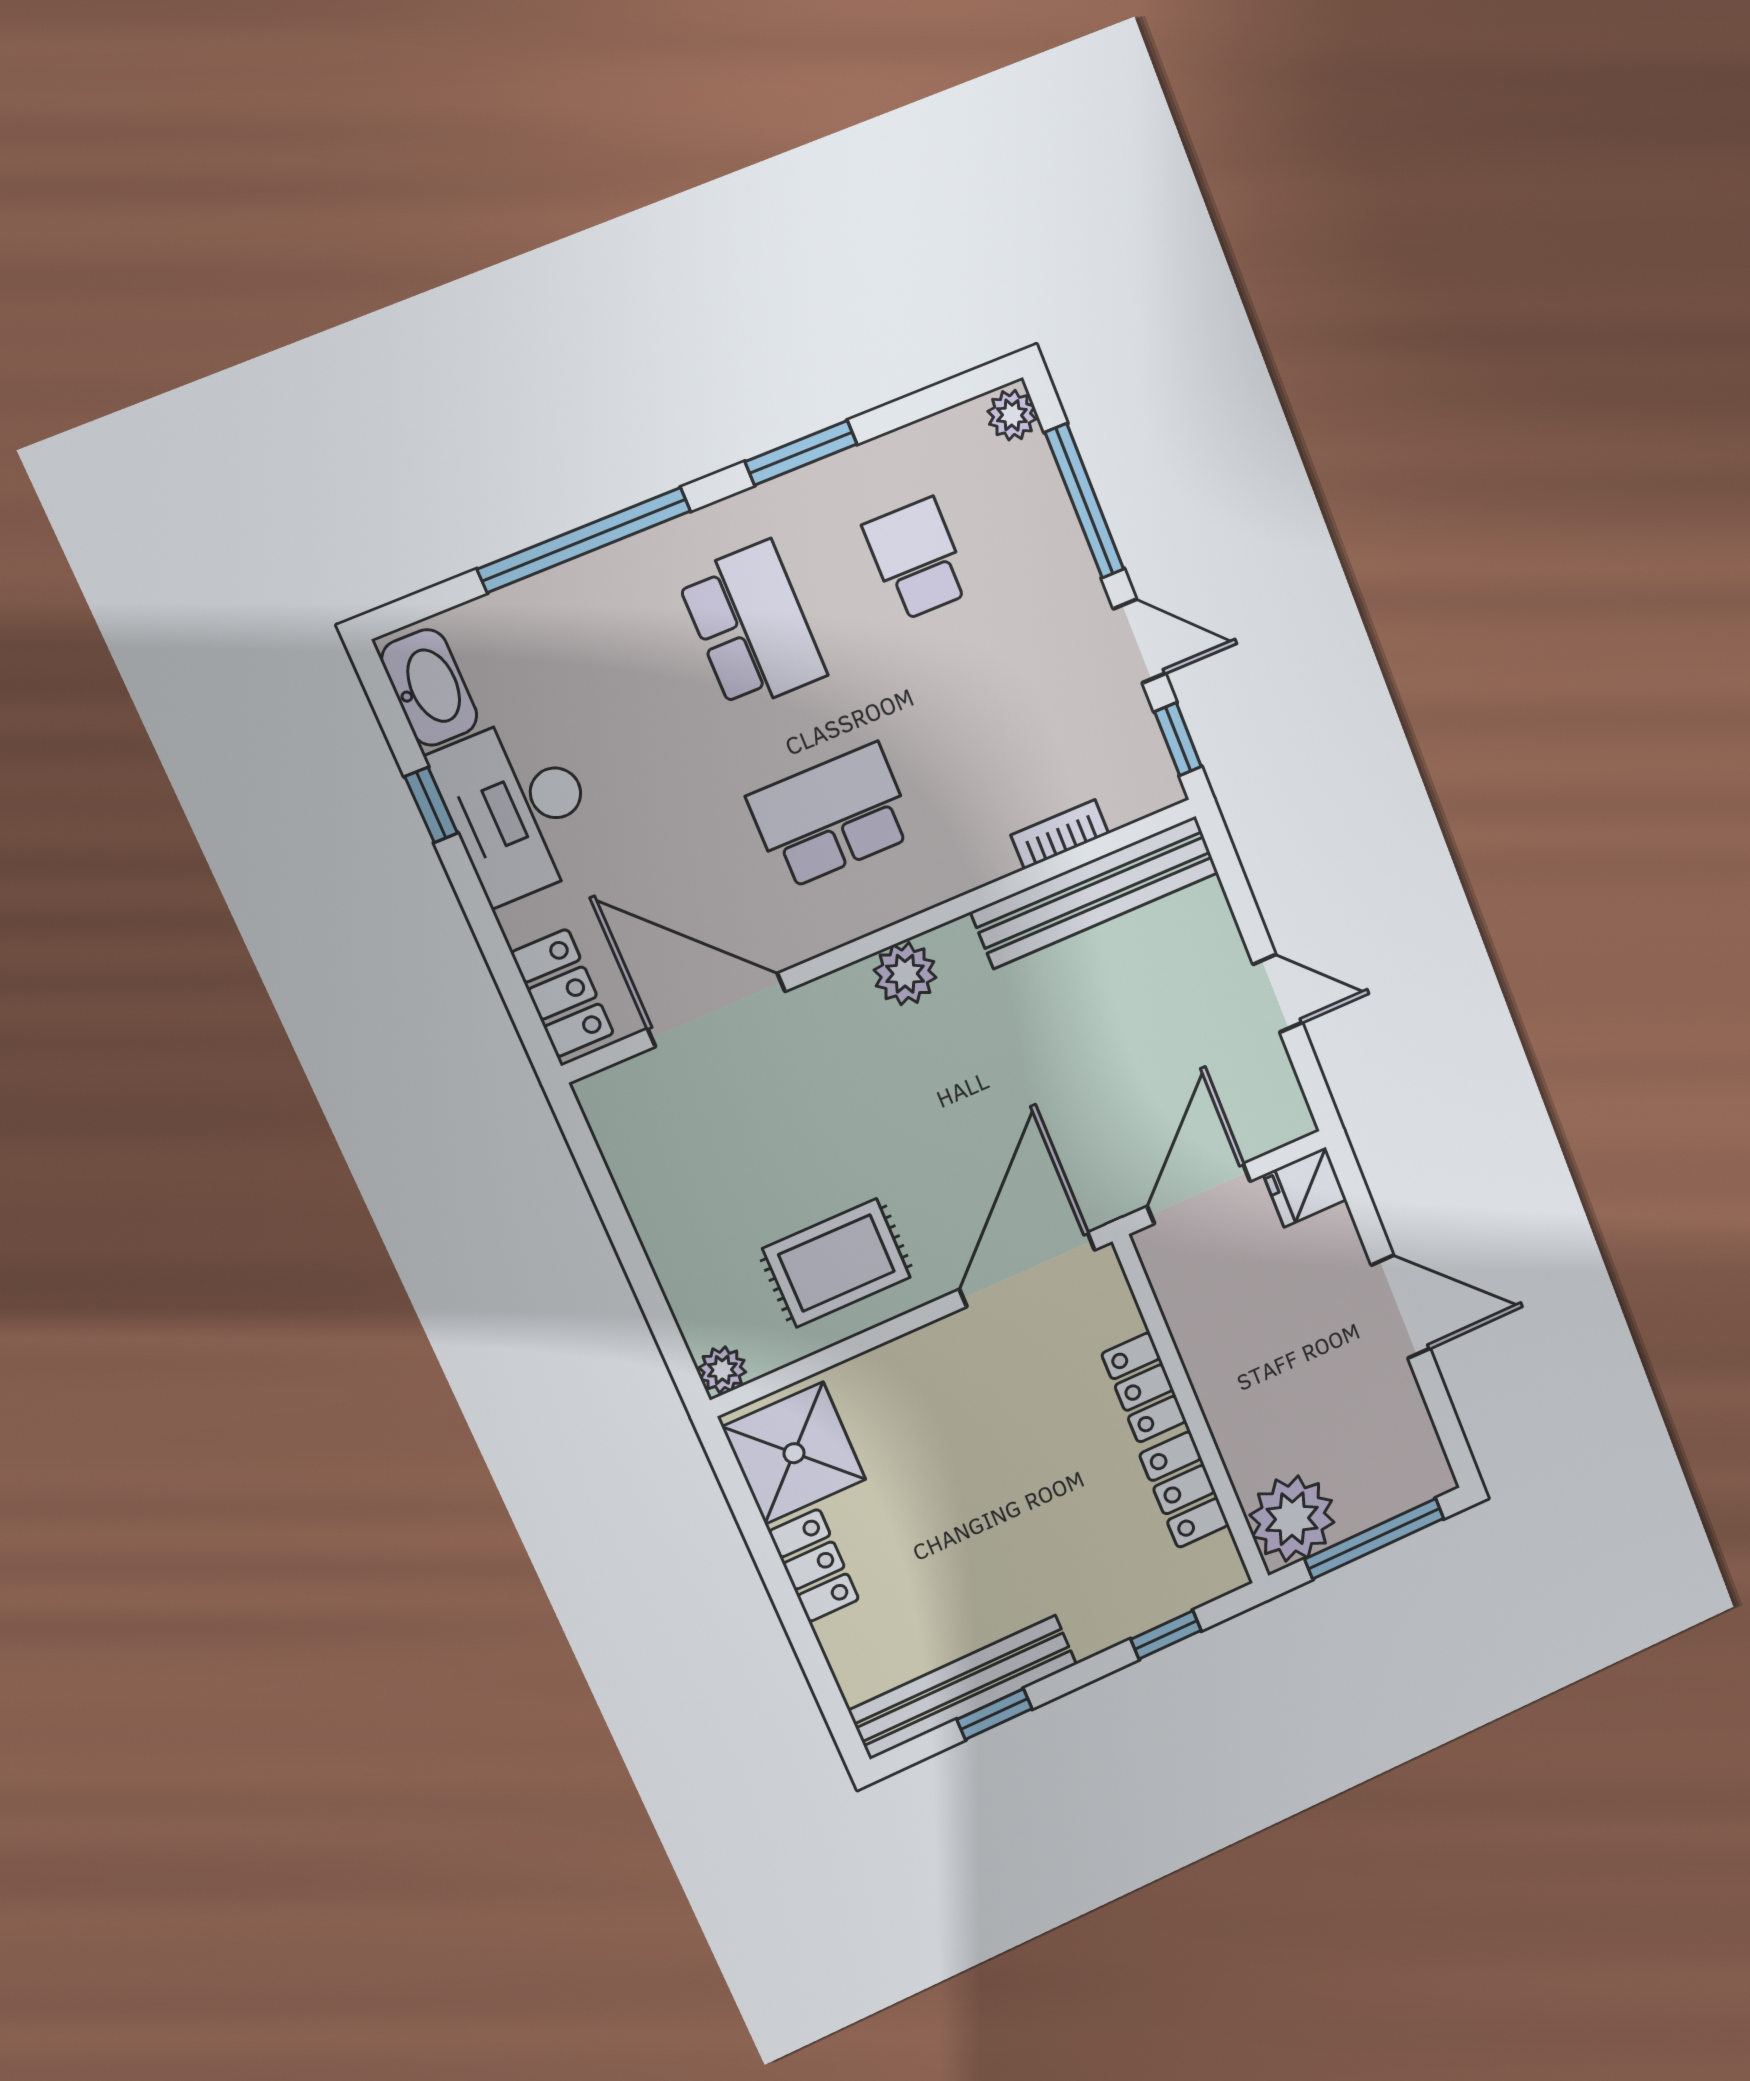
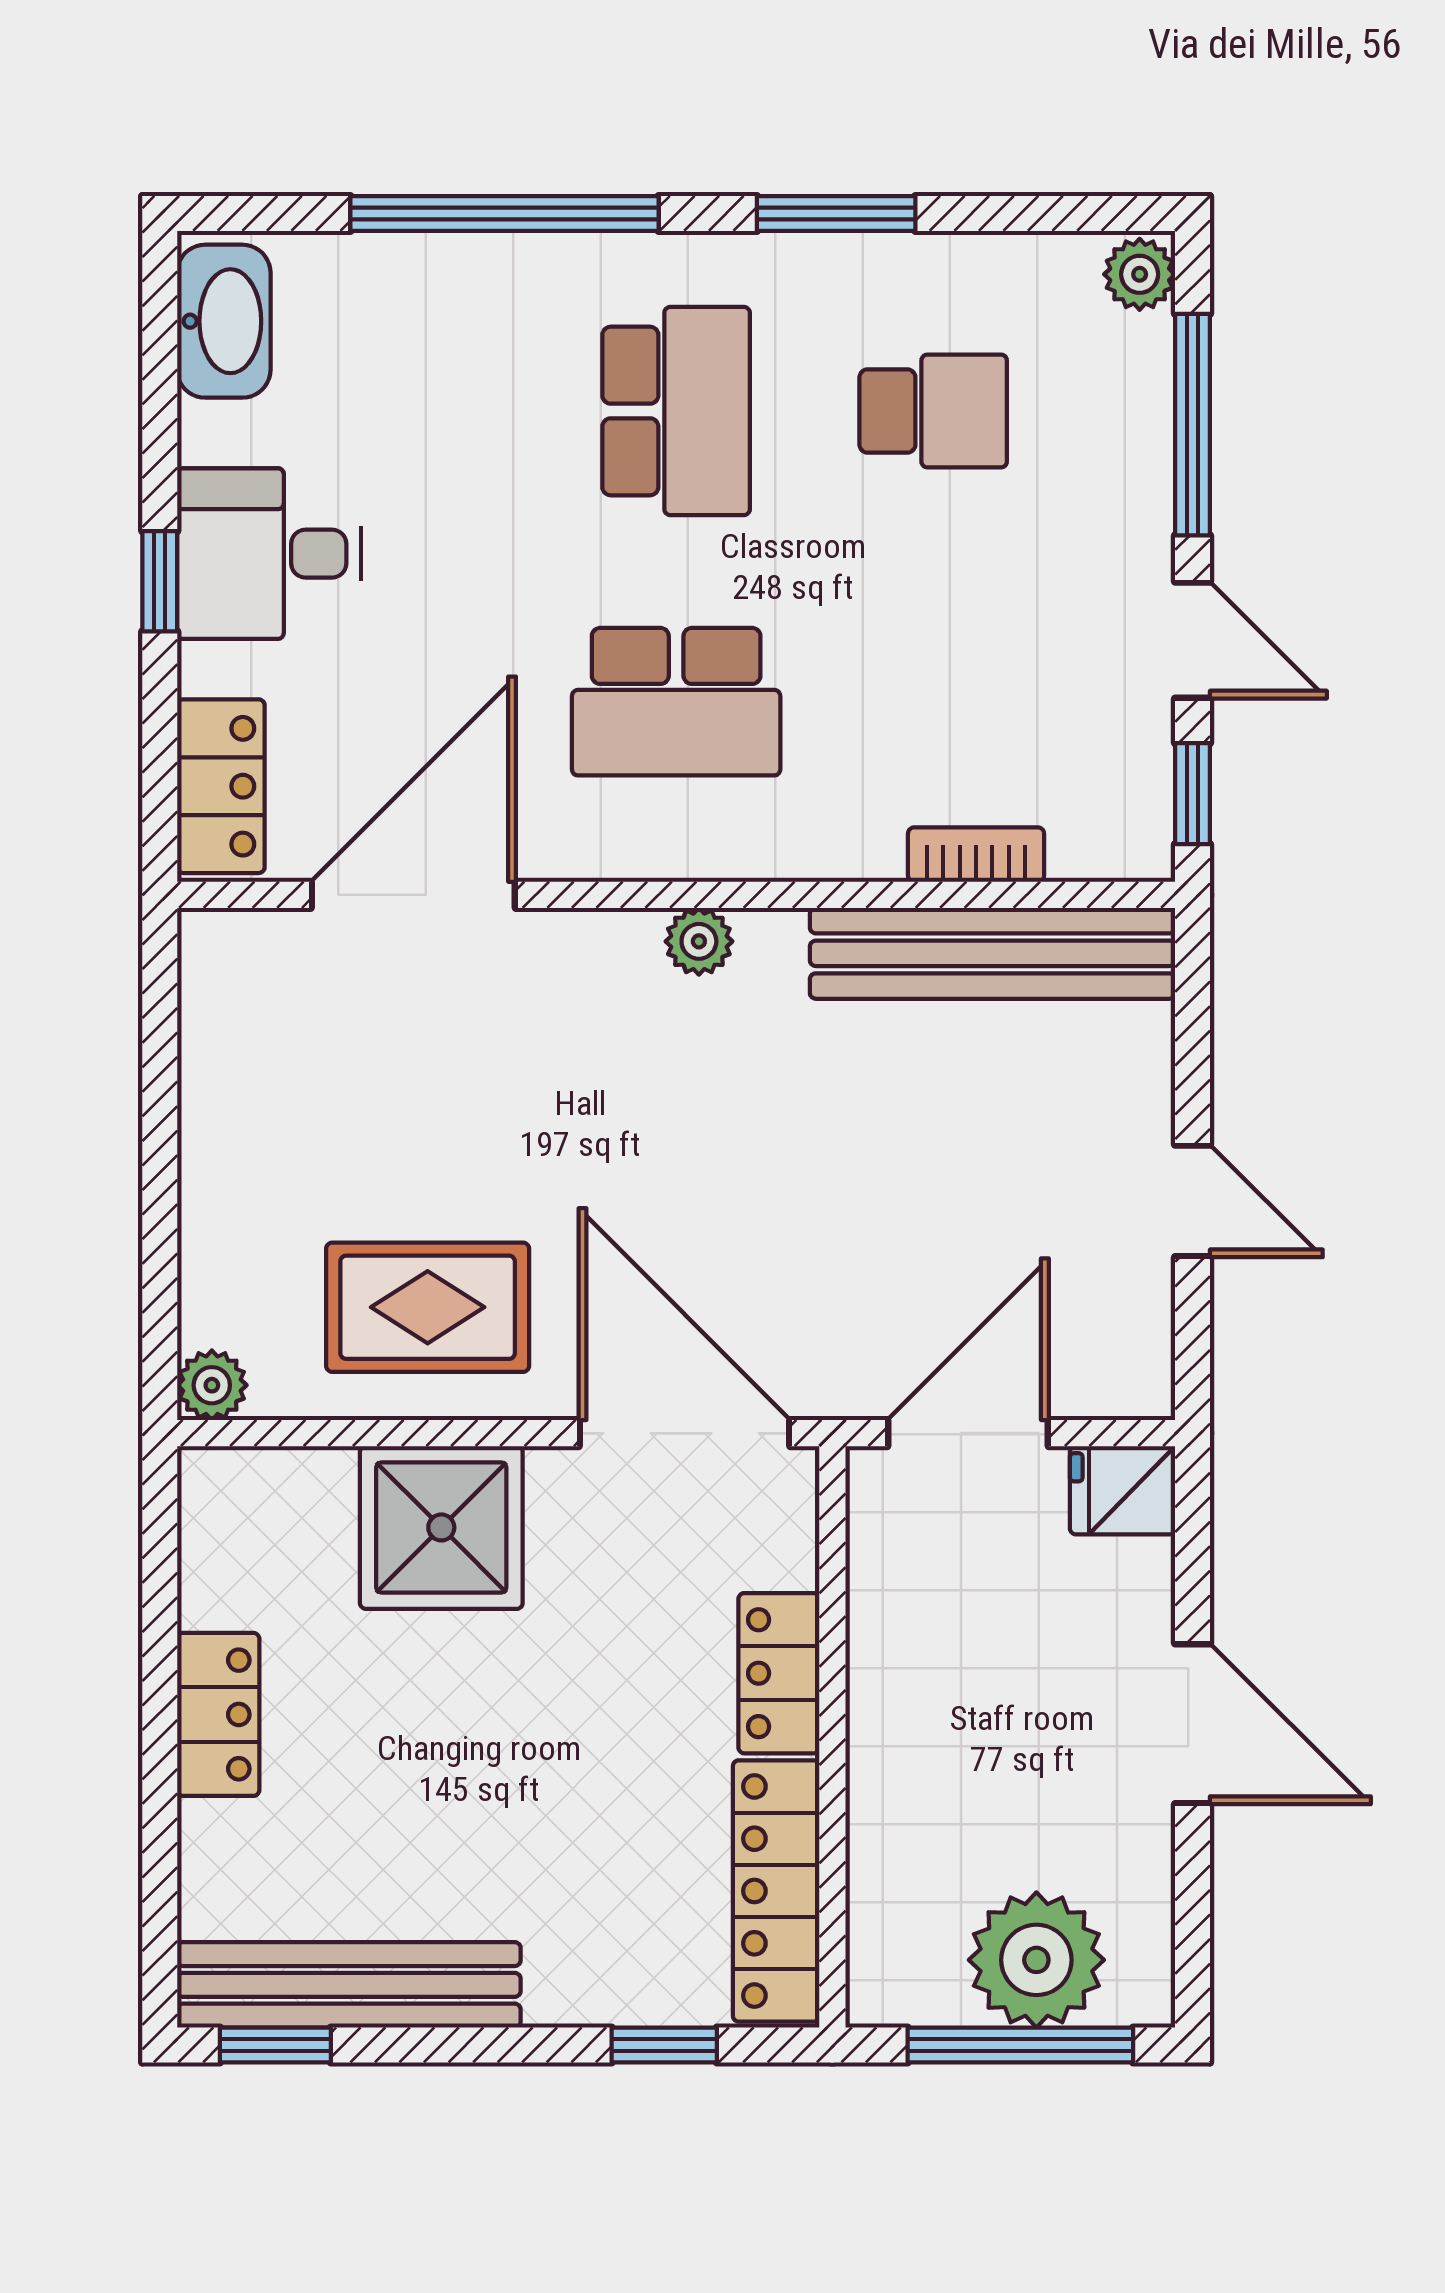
school desk: (917, 559) -> (933, 411), turned 90
window: (431, 805) -> (160, 581), moved
desk: (518, 808) -> (269, 554), width x0.73
school desk: (831, 816) -> (676, 702), turned 180
plant: (905, 974) -> (699, 941), width x0.73, depth x0.73
door: (717, 1010) -> (413, 895), hinge flipped
door: (1027, 1270) -> (684, 1433), hinge flipped
shower: (794, 1453) -> (441, 1527), moved
locker: (1184, 1490) -> (776, 1891), width x1.53
plant: (1292, 1519) -> (1036, 1960), moved
window: (994, 1714) -> (275, 2045), moved

